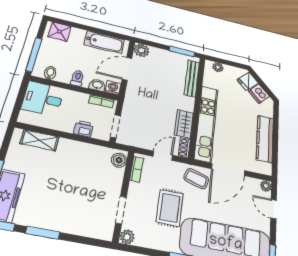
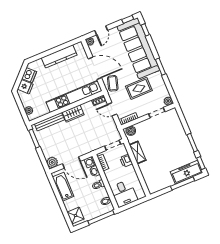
wardrobe: (184, 124) -> (73, 113), moved
shelving: (40, 140) -> (138, 152), moved

